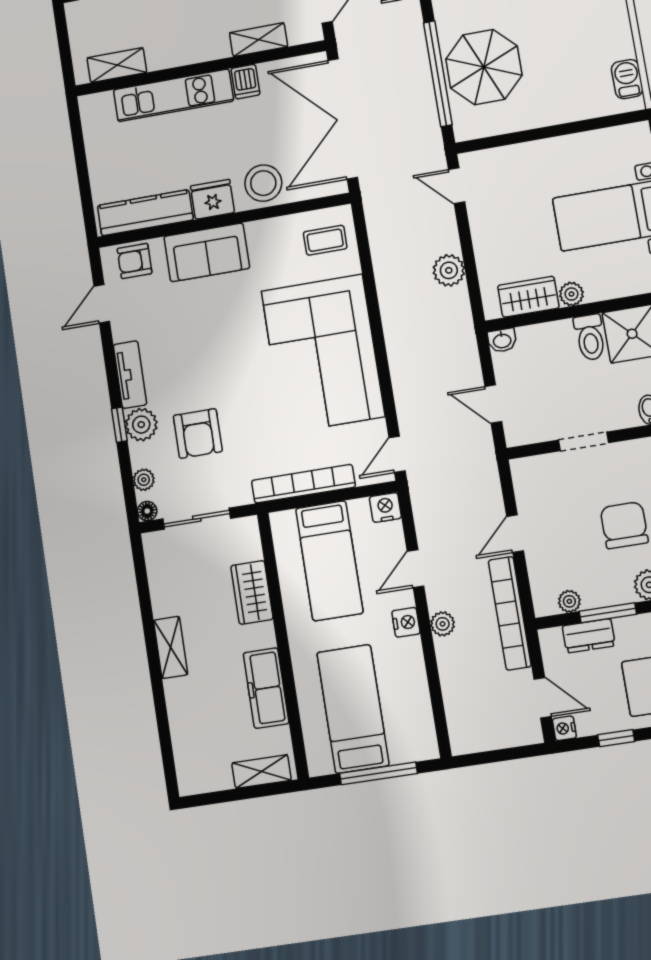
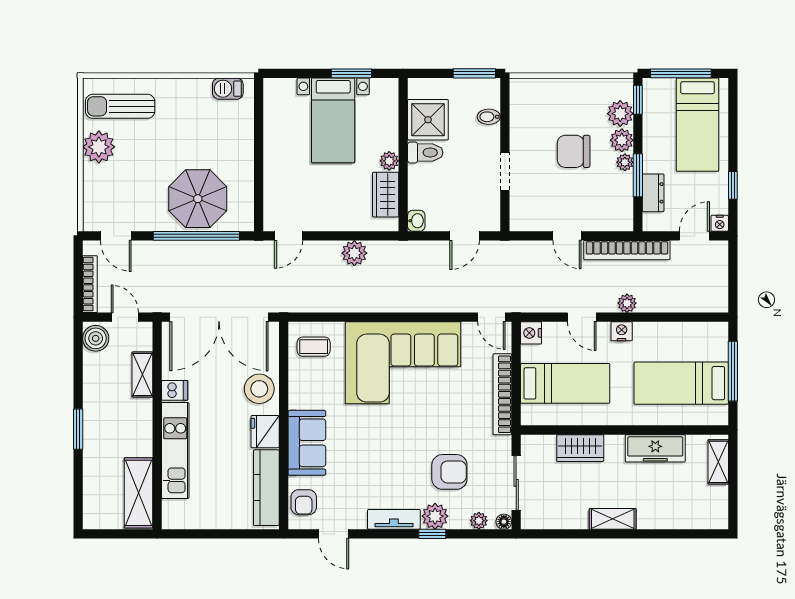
shelving: (117, 65) -> (138, 493), width x1.50, depth x1.33
coffee table: (325, 240) -> (314, 347), turned 90
plant: (569, 601) -> (625, 162), moved

